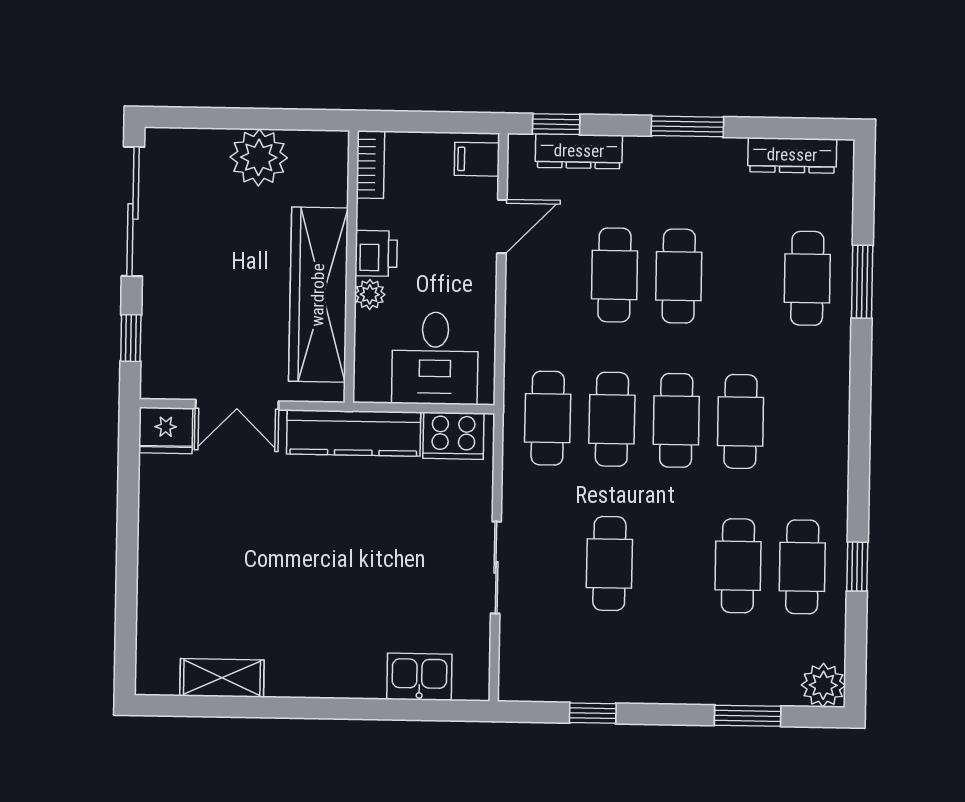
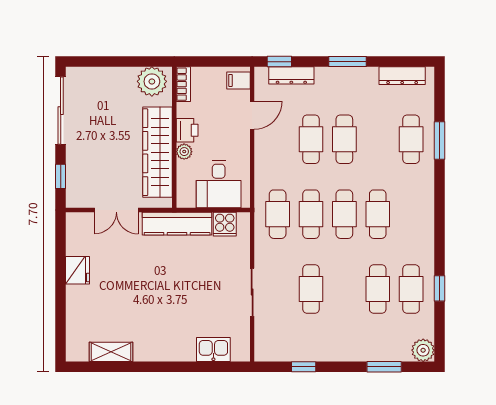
plant: (259, 157) -> (152, 81), moved
fridge: (166, 430) -> (78, 270), moved, turned -90
cooker: (453, 436) -> (225, 224), width x0.73

